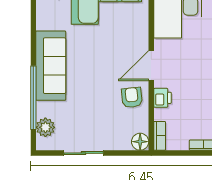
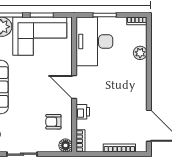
door: (151, 66) -> (74, 87), hinge flipped
armchair: (132, 97) -> (53, 122), moved, turned -84

